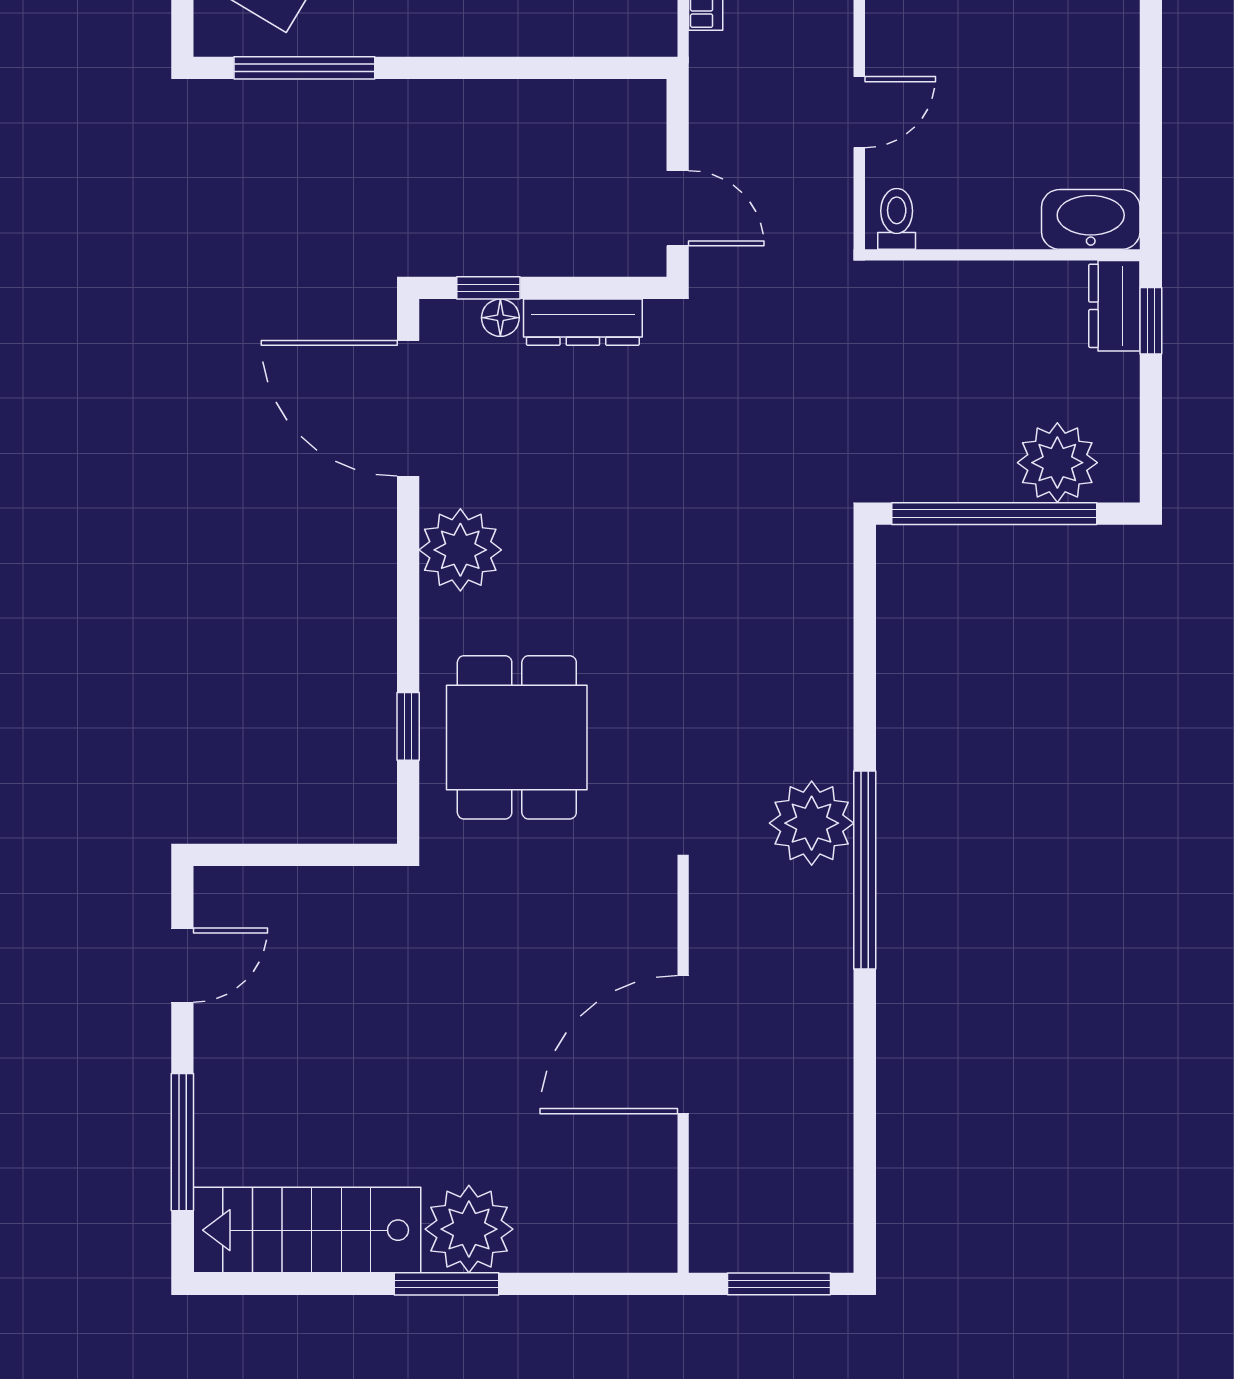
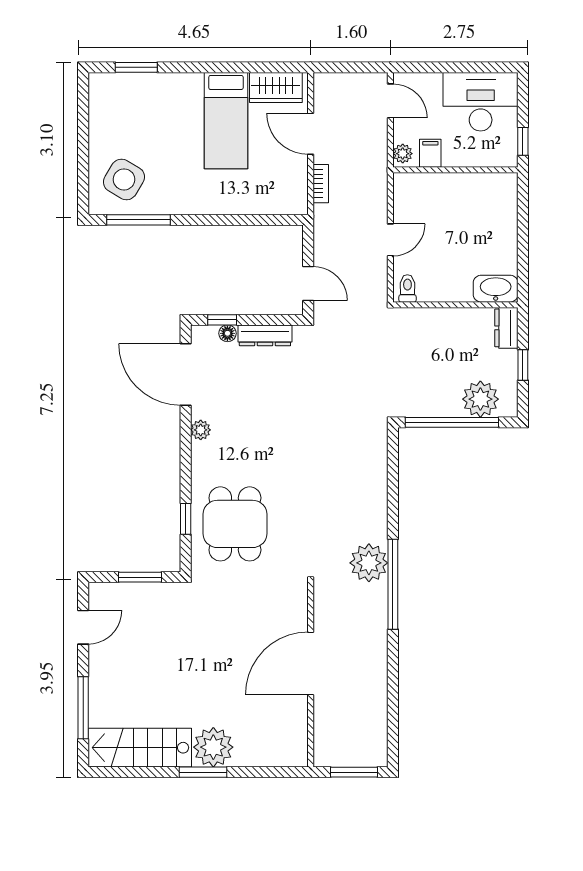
window: (1151, 321) -> (523, 365), moved
plant: (460, 550) -> (201, 430), width x0.53, depth x0.53
window: (308, 855) -> (140, 577), added

